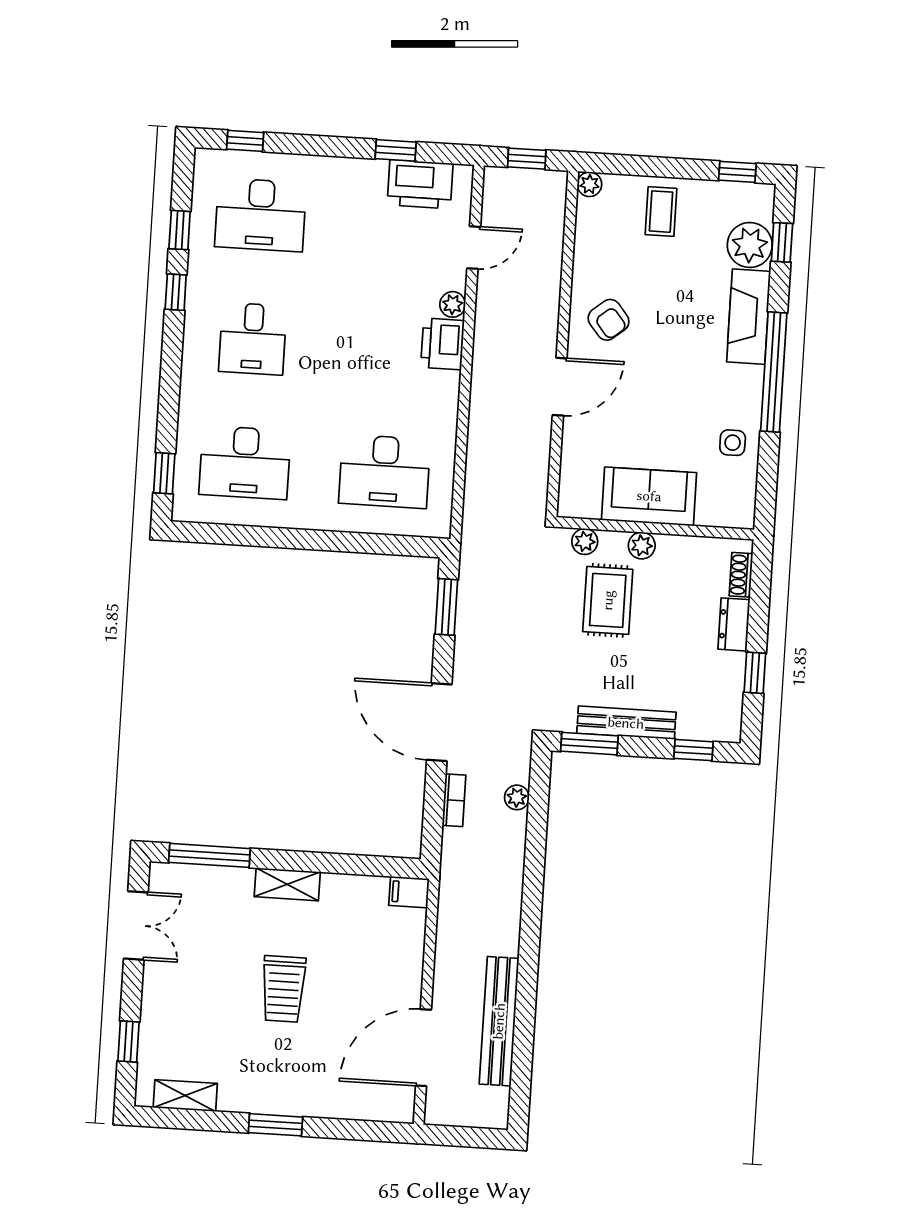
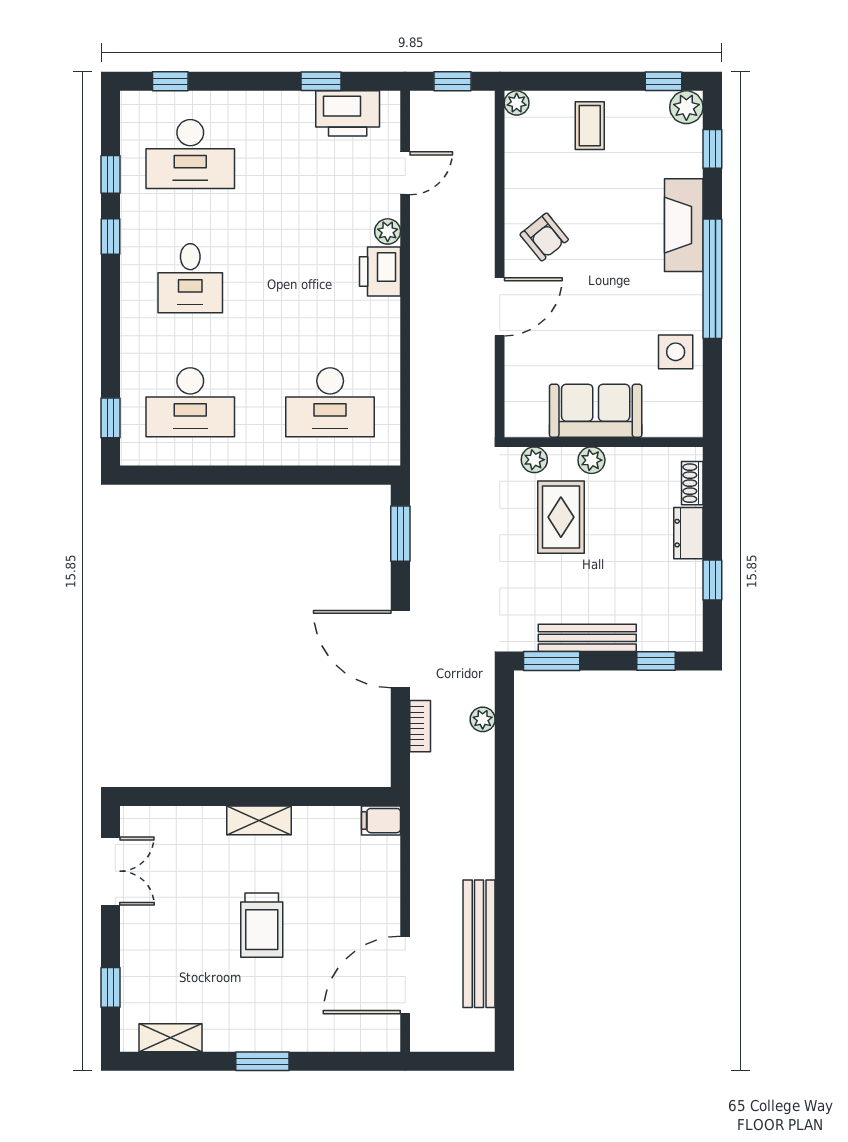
plant: (750, 245) -> (686, 107), moved, width x0.73, depth x0.73
side table: (733, 443) -> (676, 352), width x1.37, depth x1.37
window: (209, 855) -> (180, 797), removed

